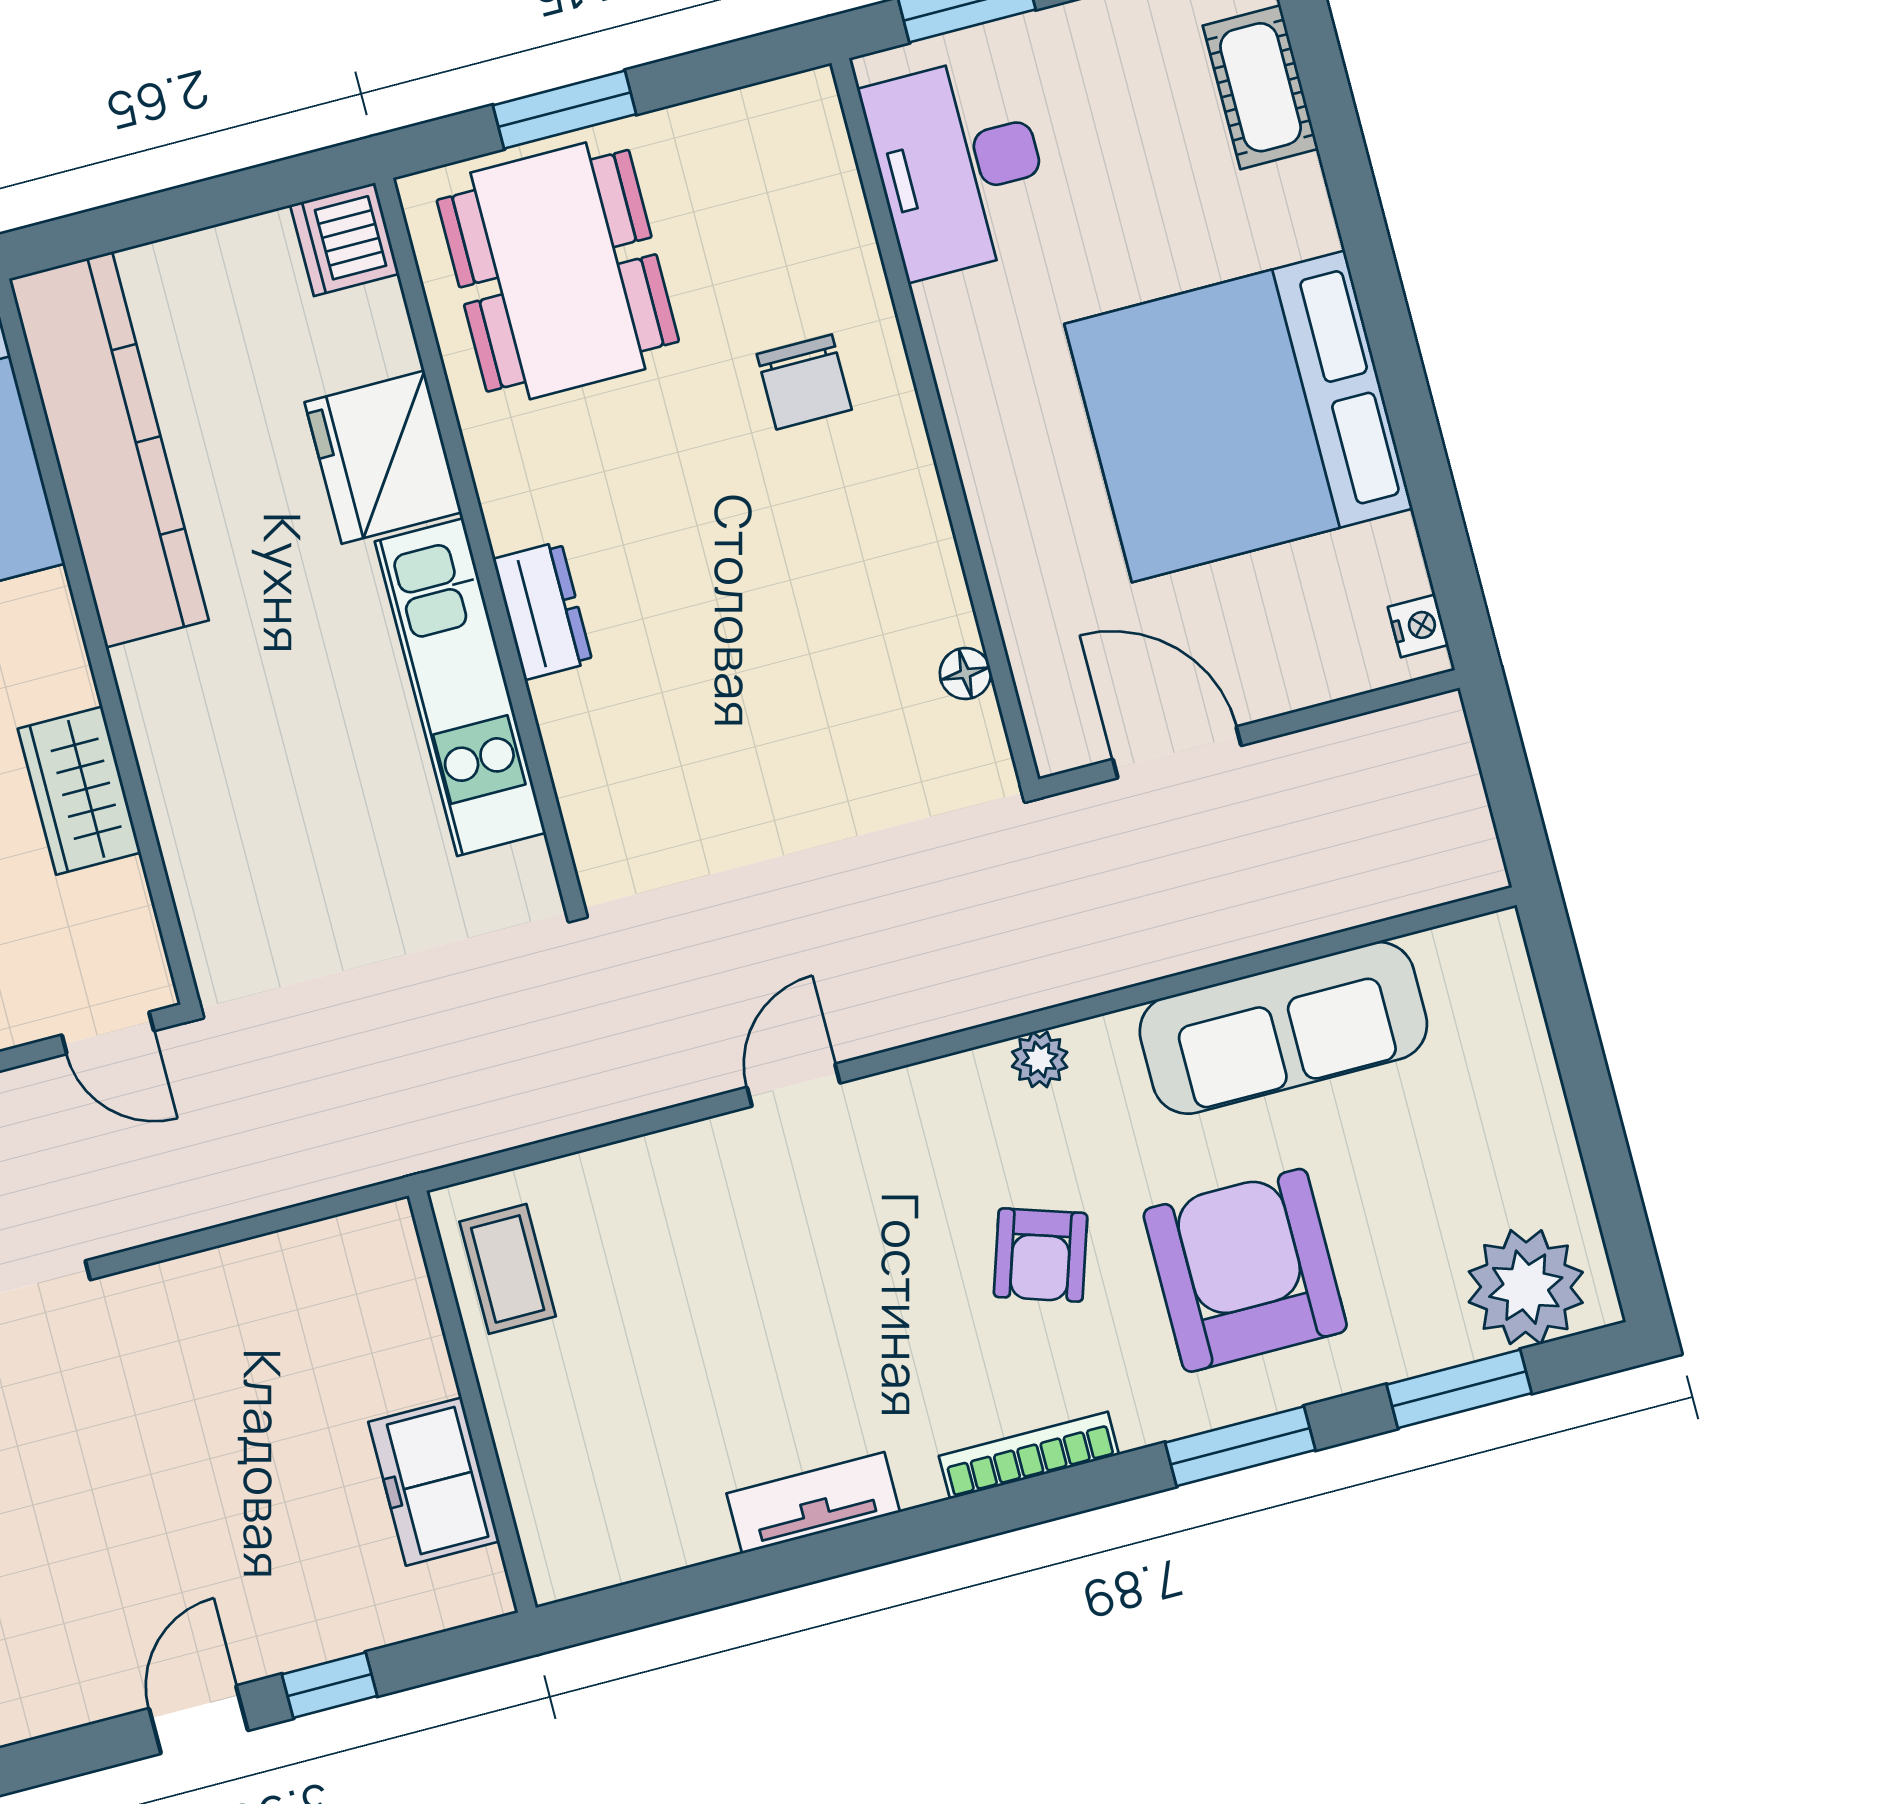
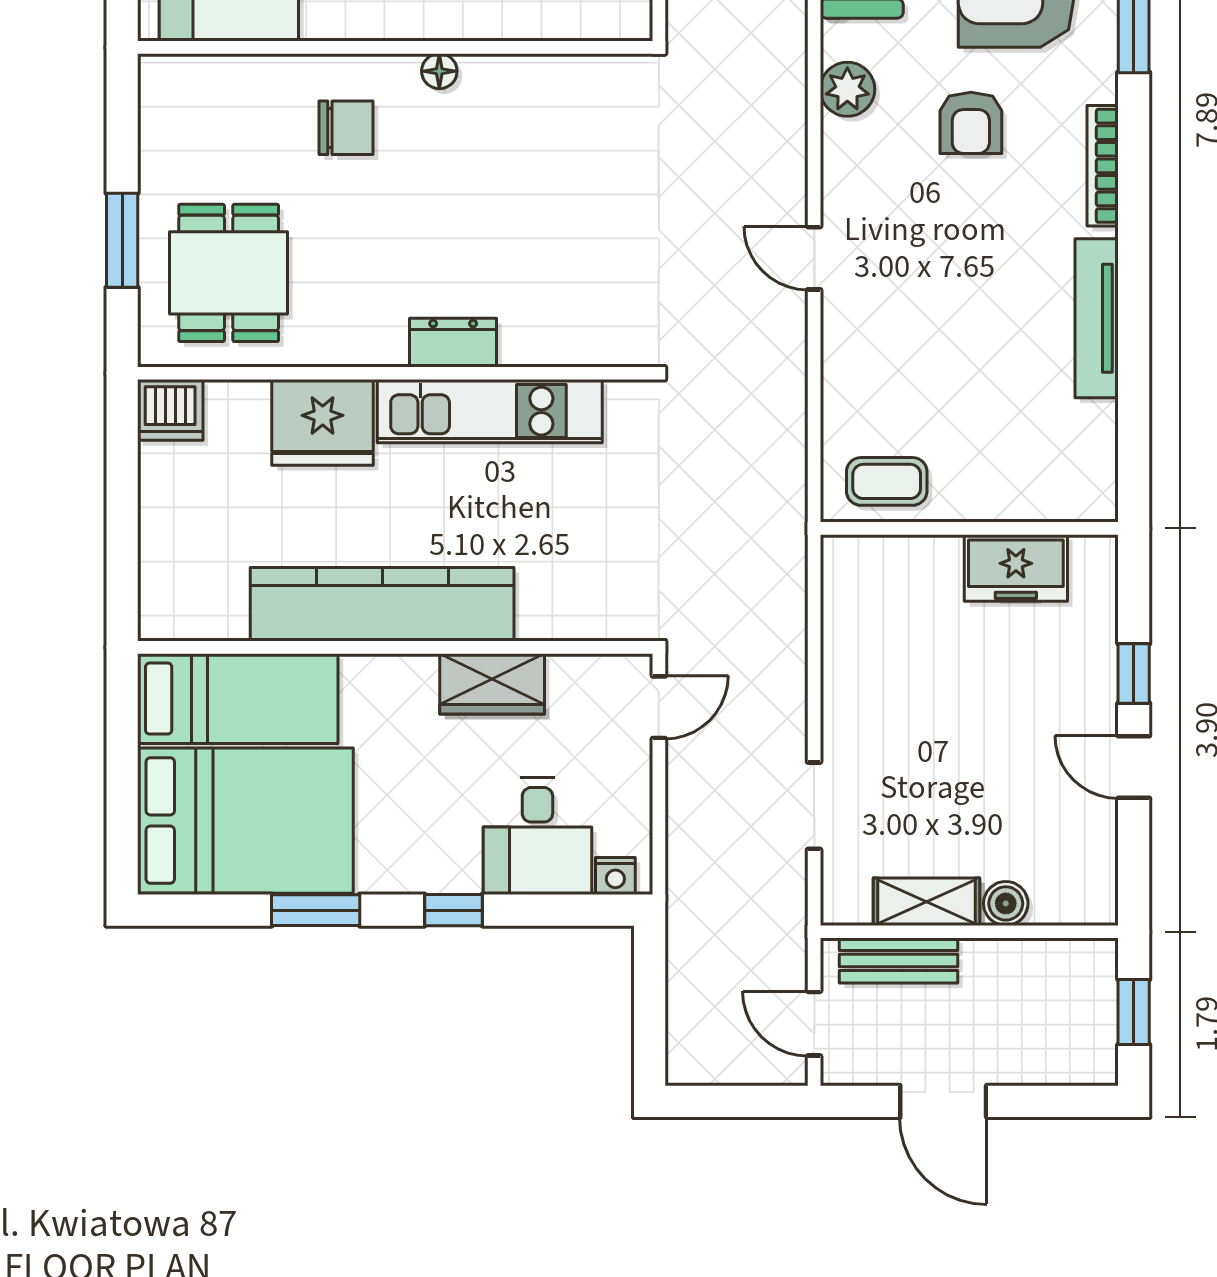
dining table: (558, 271) -> (229, 273), width x0.73
kitchen counter: (109, 450) -> (382, 604), moved
floor lamp: (965, 674) -> (439, 71), moved
plant: (1040, 1059) -> (847, 89), width x1.38, depth x1.38
armchair: (1041, 1255) -> (971, 123), turned 72
tv unit: (813, 1503) -> (1097, 318), width x1.41

